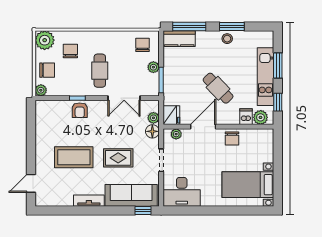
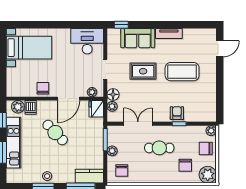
cafe table: (100, 71) -> (159, 148), turned 90
sofa: (131, 195) -> (138, 38), width x0.73

